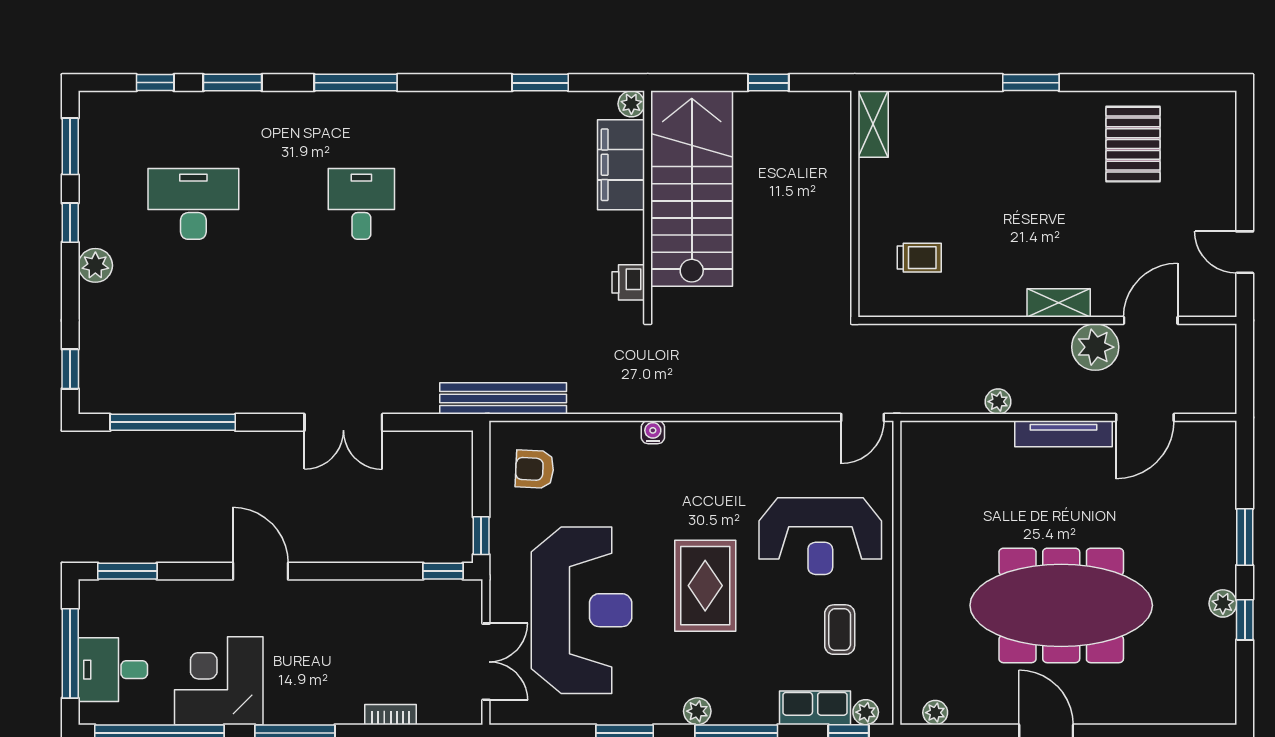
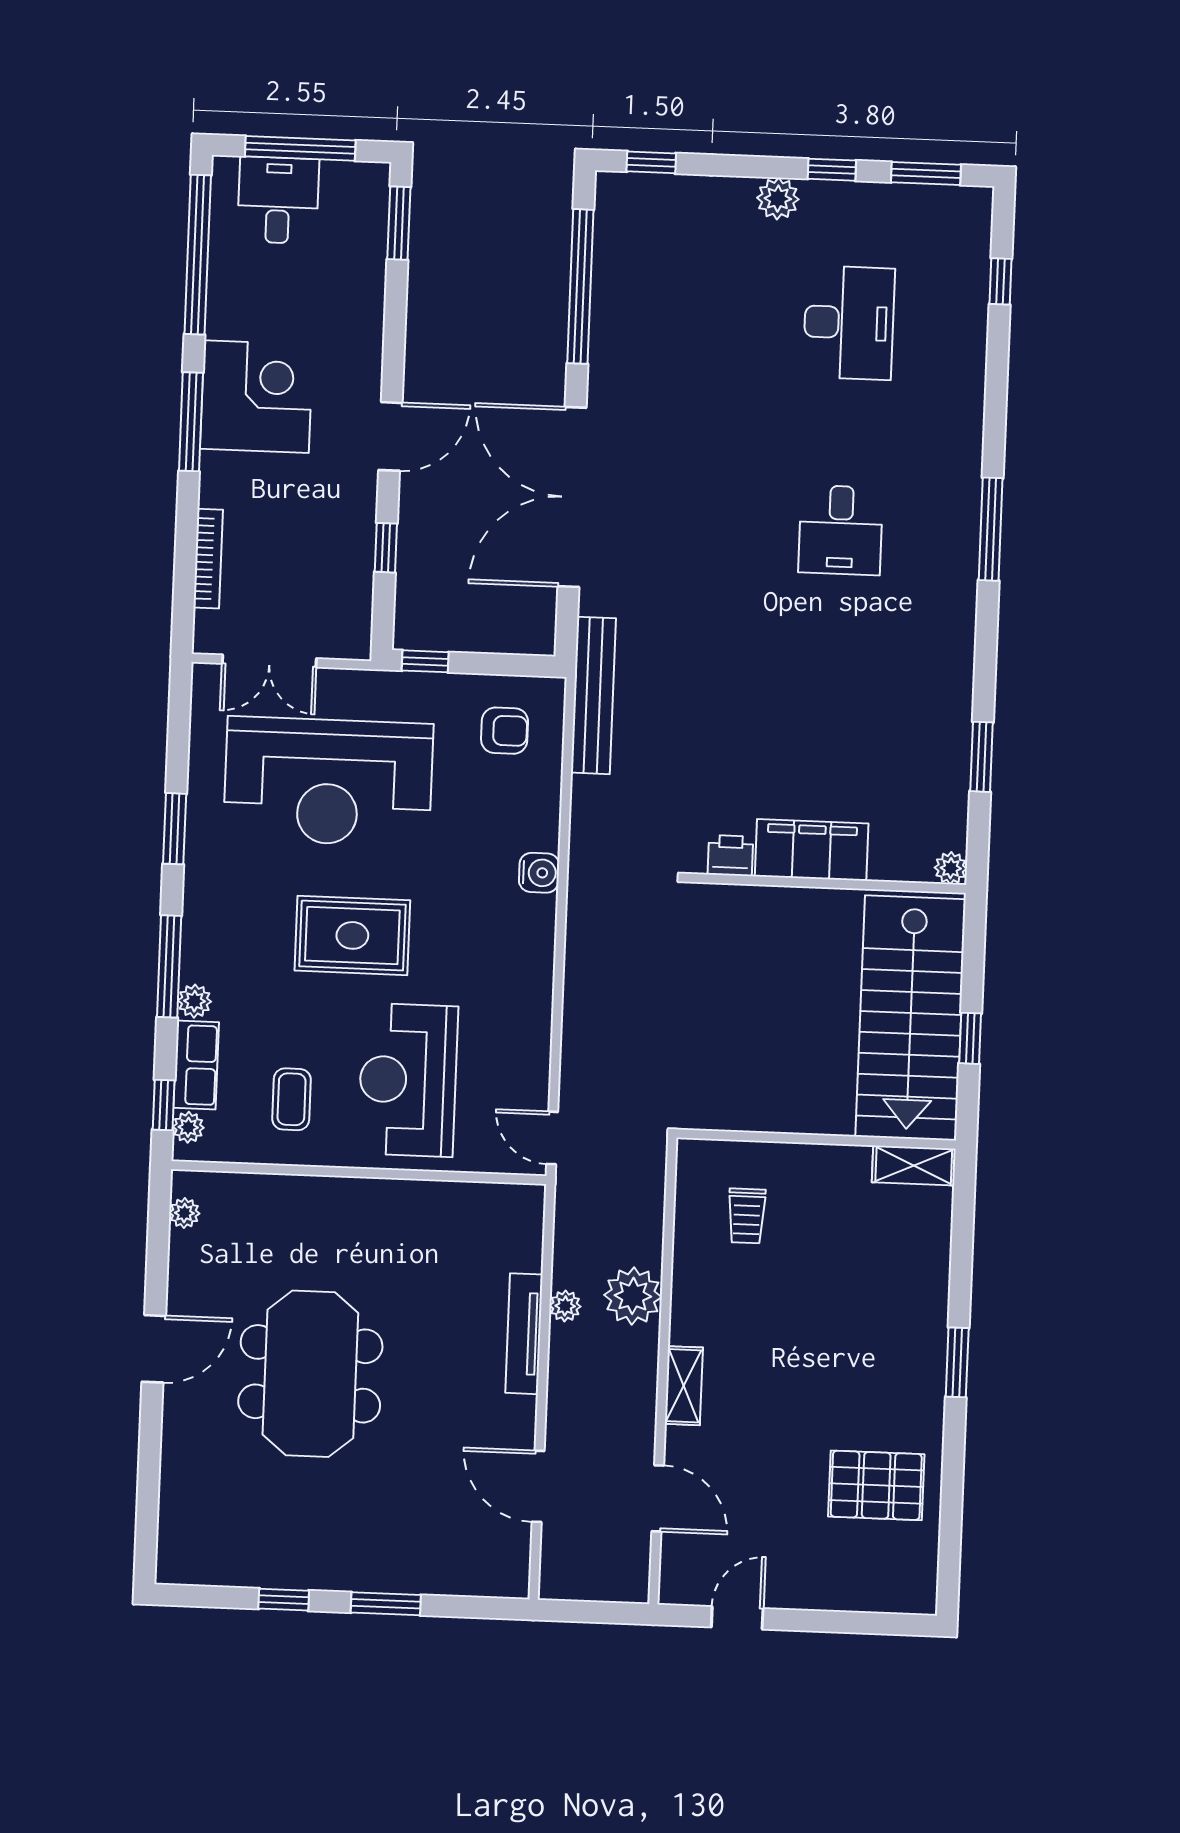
window: (233, 83) -> (997, 377), removed
filing cabinet: (621, 165) -> (812, 850), moved
stairs: (692, 188) -> (911, 1018), moved, turned 90
desk: (361, 204) -> (841, 530), turned 90
plant: (1095, 347) -> (633, 1296), moved
double door: (343, 422) -> (572, 497), width x1.87
water cooler: (653, 432) -> (539, 873), width x1.38, depth x1.38
tv unit: (1064, 434) -> (524, 1334), moved
armchair: (535, 469) -> (505, 731), turned 87
door: (261, 571) -> (390, 436), moved
window: (443, 571) -> (386, 548), moved
plant: (1223, 603) -> (305, 1573), removed
meeting table: (1061, 605) -> (310, 1374), width x0.73
coffee table: (840, 630) -> (292, 1099), turned 90
corner desk: (219, 681) -> (256, 397), moved
plant: (697, 711) -> (195, 1001), moved
bookcase: (391, 715) -> (208, 559), width x1.56

